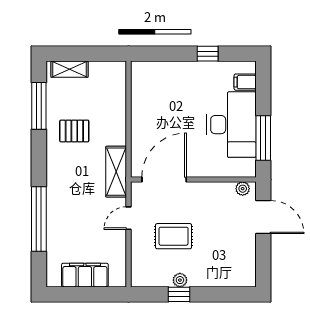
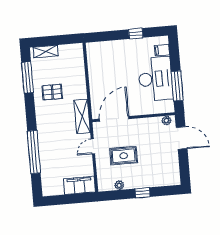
filing cabinet: (85, 275) -> (79, 185), moved
plant: (180, 280) -> (119, 185), moved
window: (179, 294) -> (143, 193), moved

